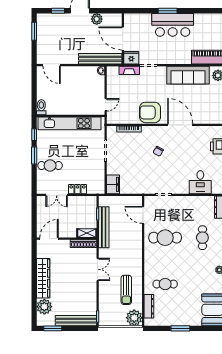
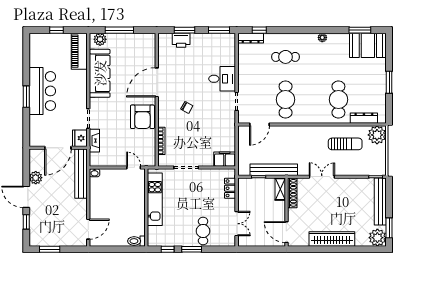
kitchen unit: (70, 123) -> (155, 199), width x0.73
desk: (200, 182) -> (222, 79), moved
locker: (77, 189) -> (230, 188), moved
cafe table: (165, 284) -> (338, 100), width x1.37, depth x1.35
plant: (44, 307) -> (377, 238), moved

